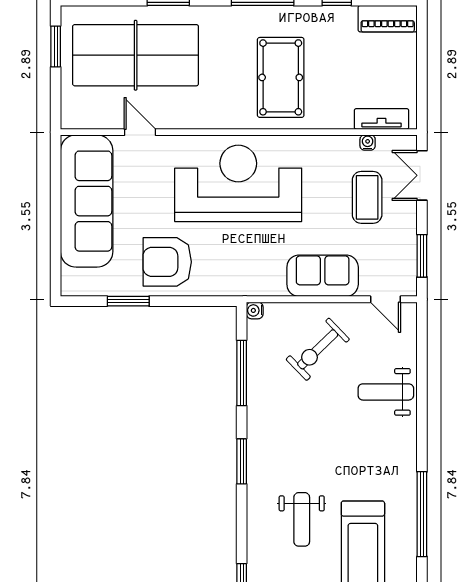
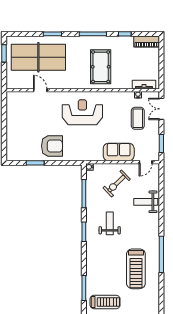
reception desk: (238, 183) -> (82, 112), width x0.74, depth x0.77
sofa: (87, 201) -> (17, 120), removed
armchair: (167, 262) -> (52, 146), turned 180
door: (385, 299) -> (146, 162), hinge flipped
weight bench: (302, 519) -> (110, 223), moved, turned 180

